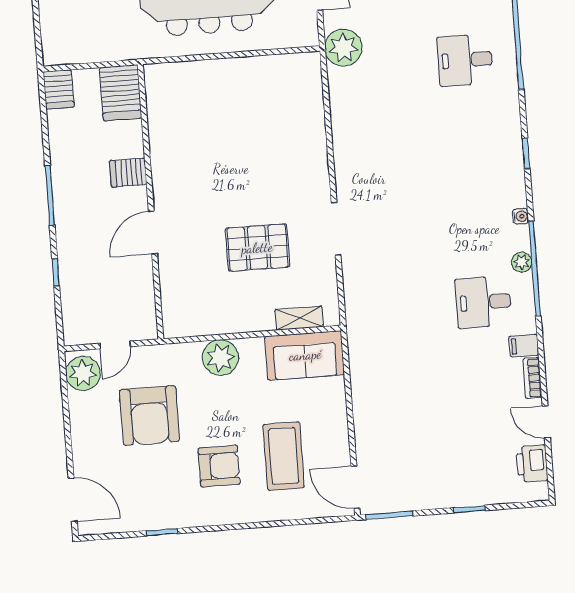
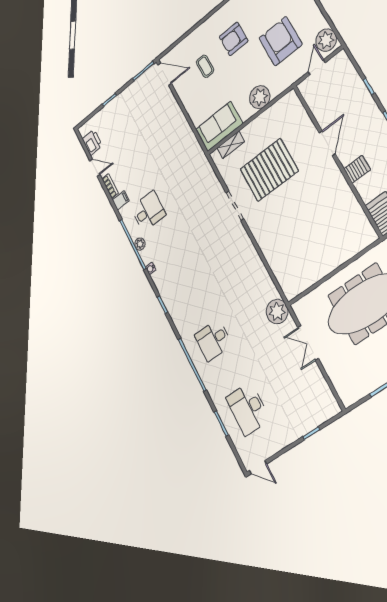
desk: (465, 60) -> (213, 340), turned 180
pallet: (257, 248) -> (269, 170), width x1.37, depth x1.41
coffee table: (284, 456) -> (205, 66), width x0.54, depth x0.58

